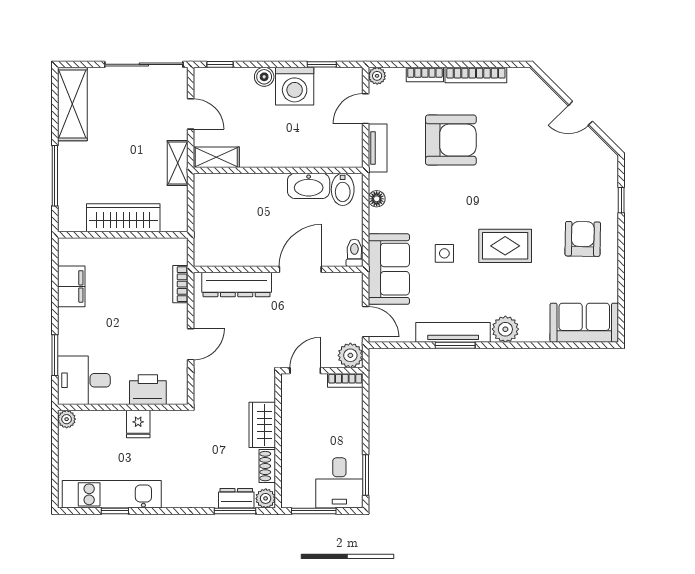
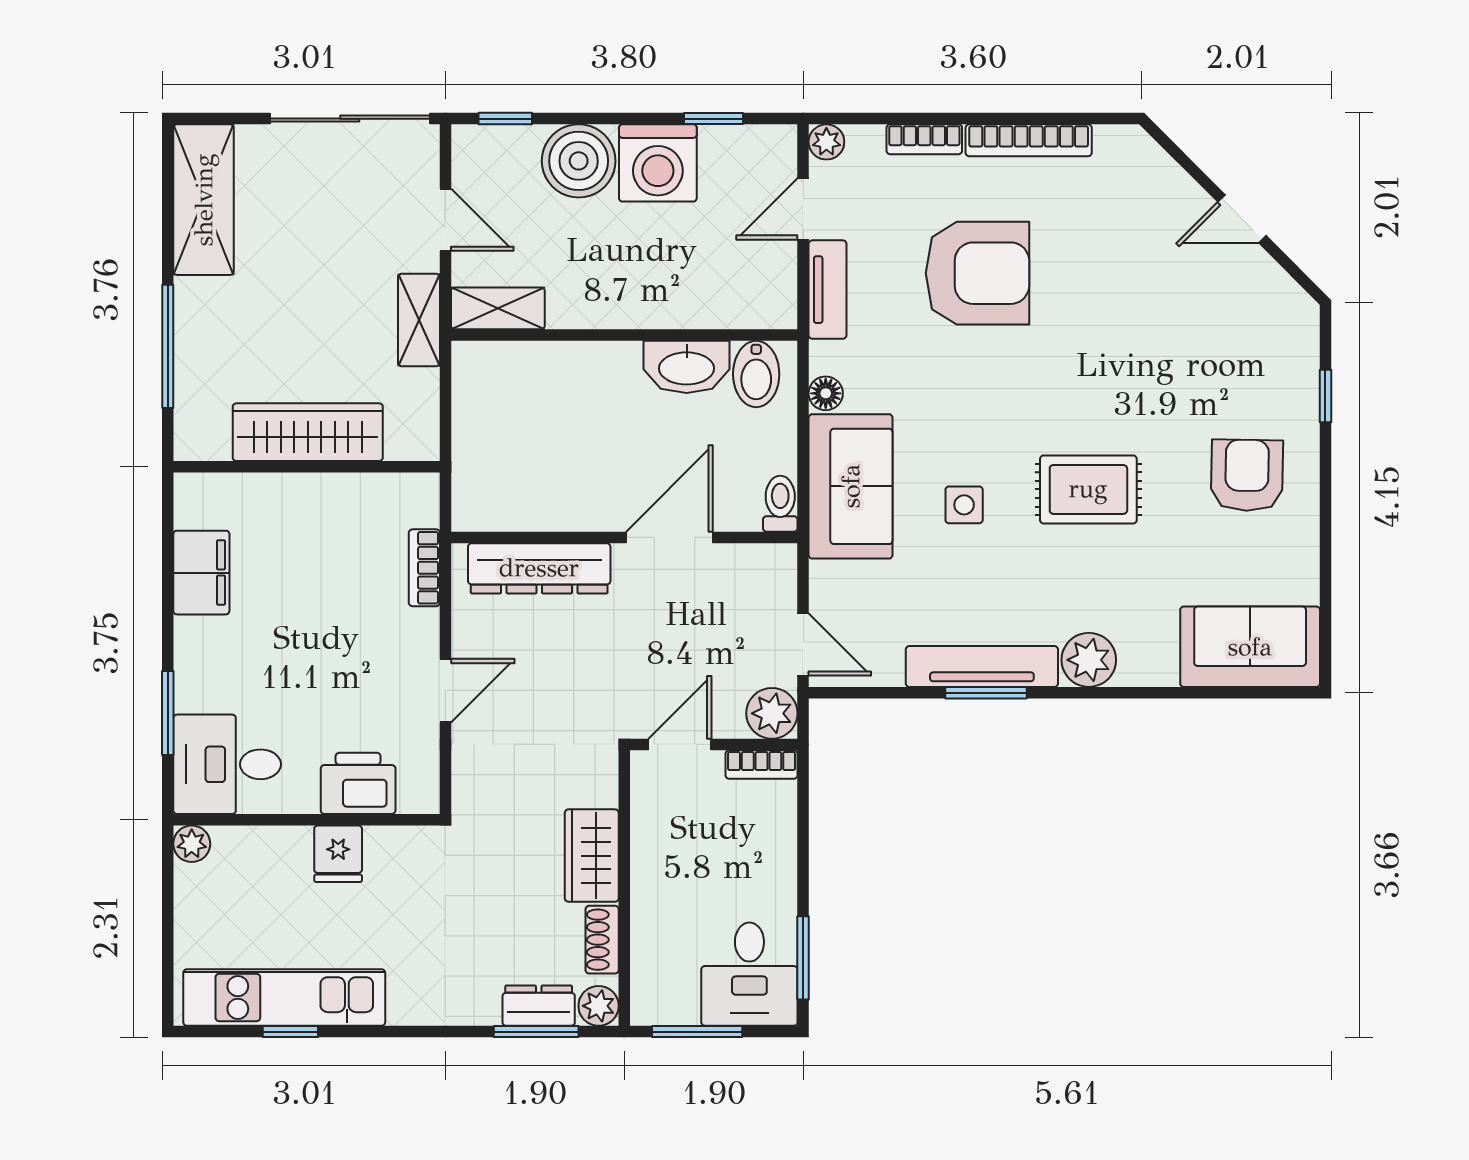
boiler: (264, 77) -> (579, 161), width x1.86, depth x1.86
sofa: (389, 269) -> (851, 486), moved

